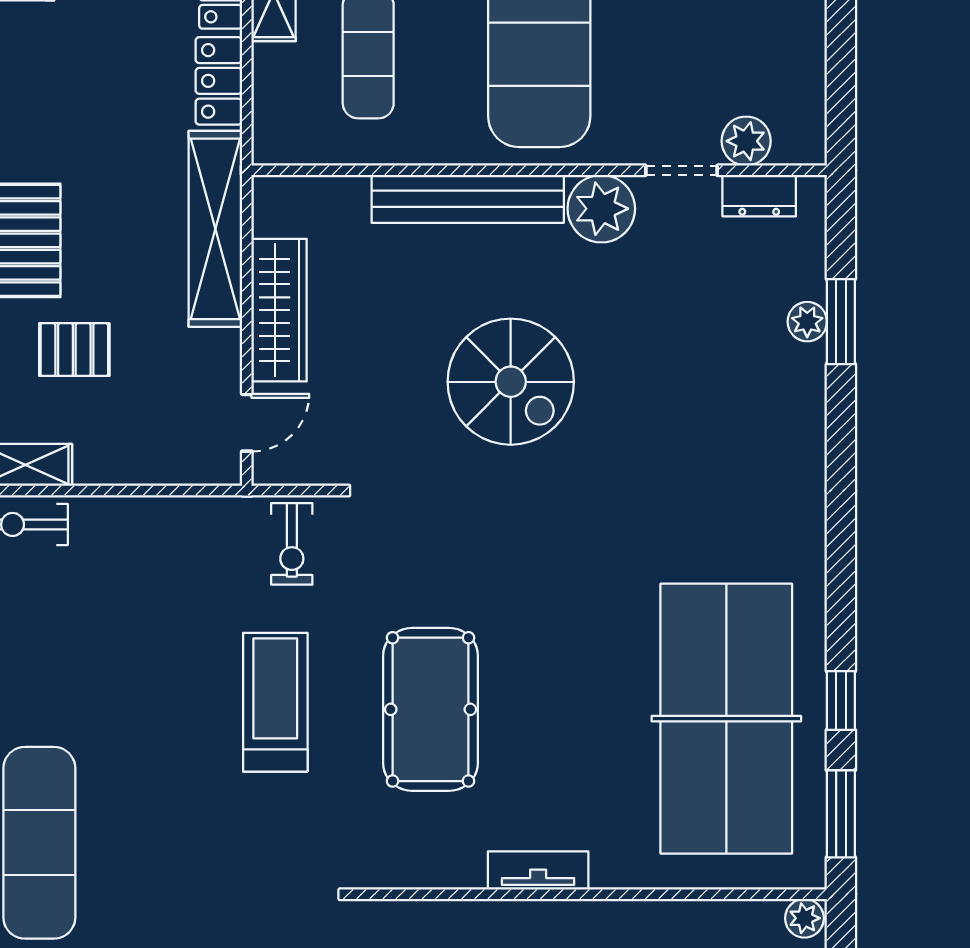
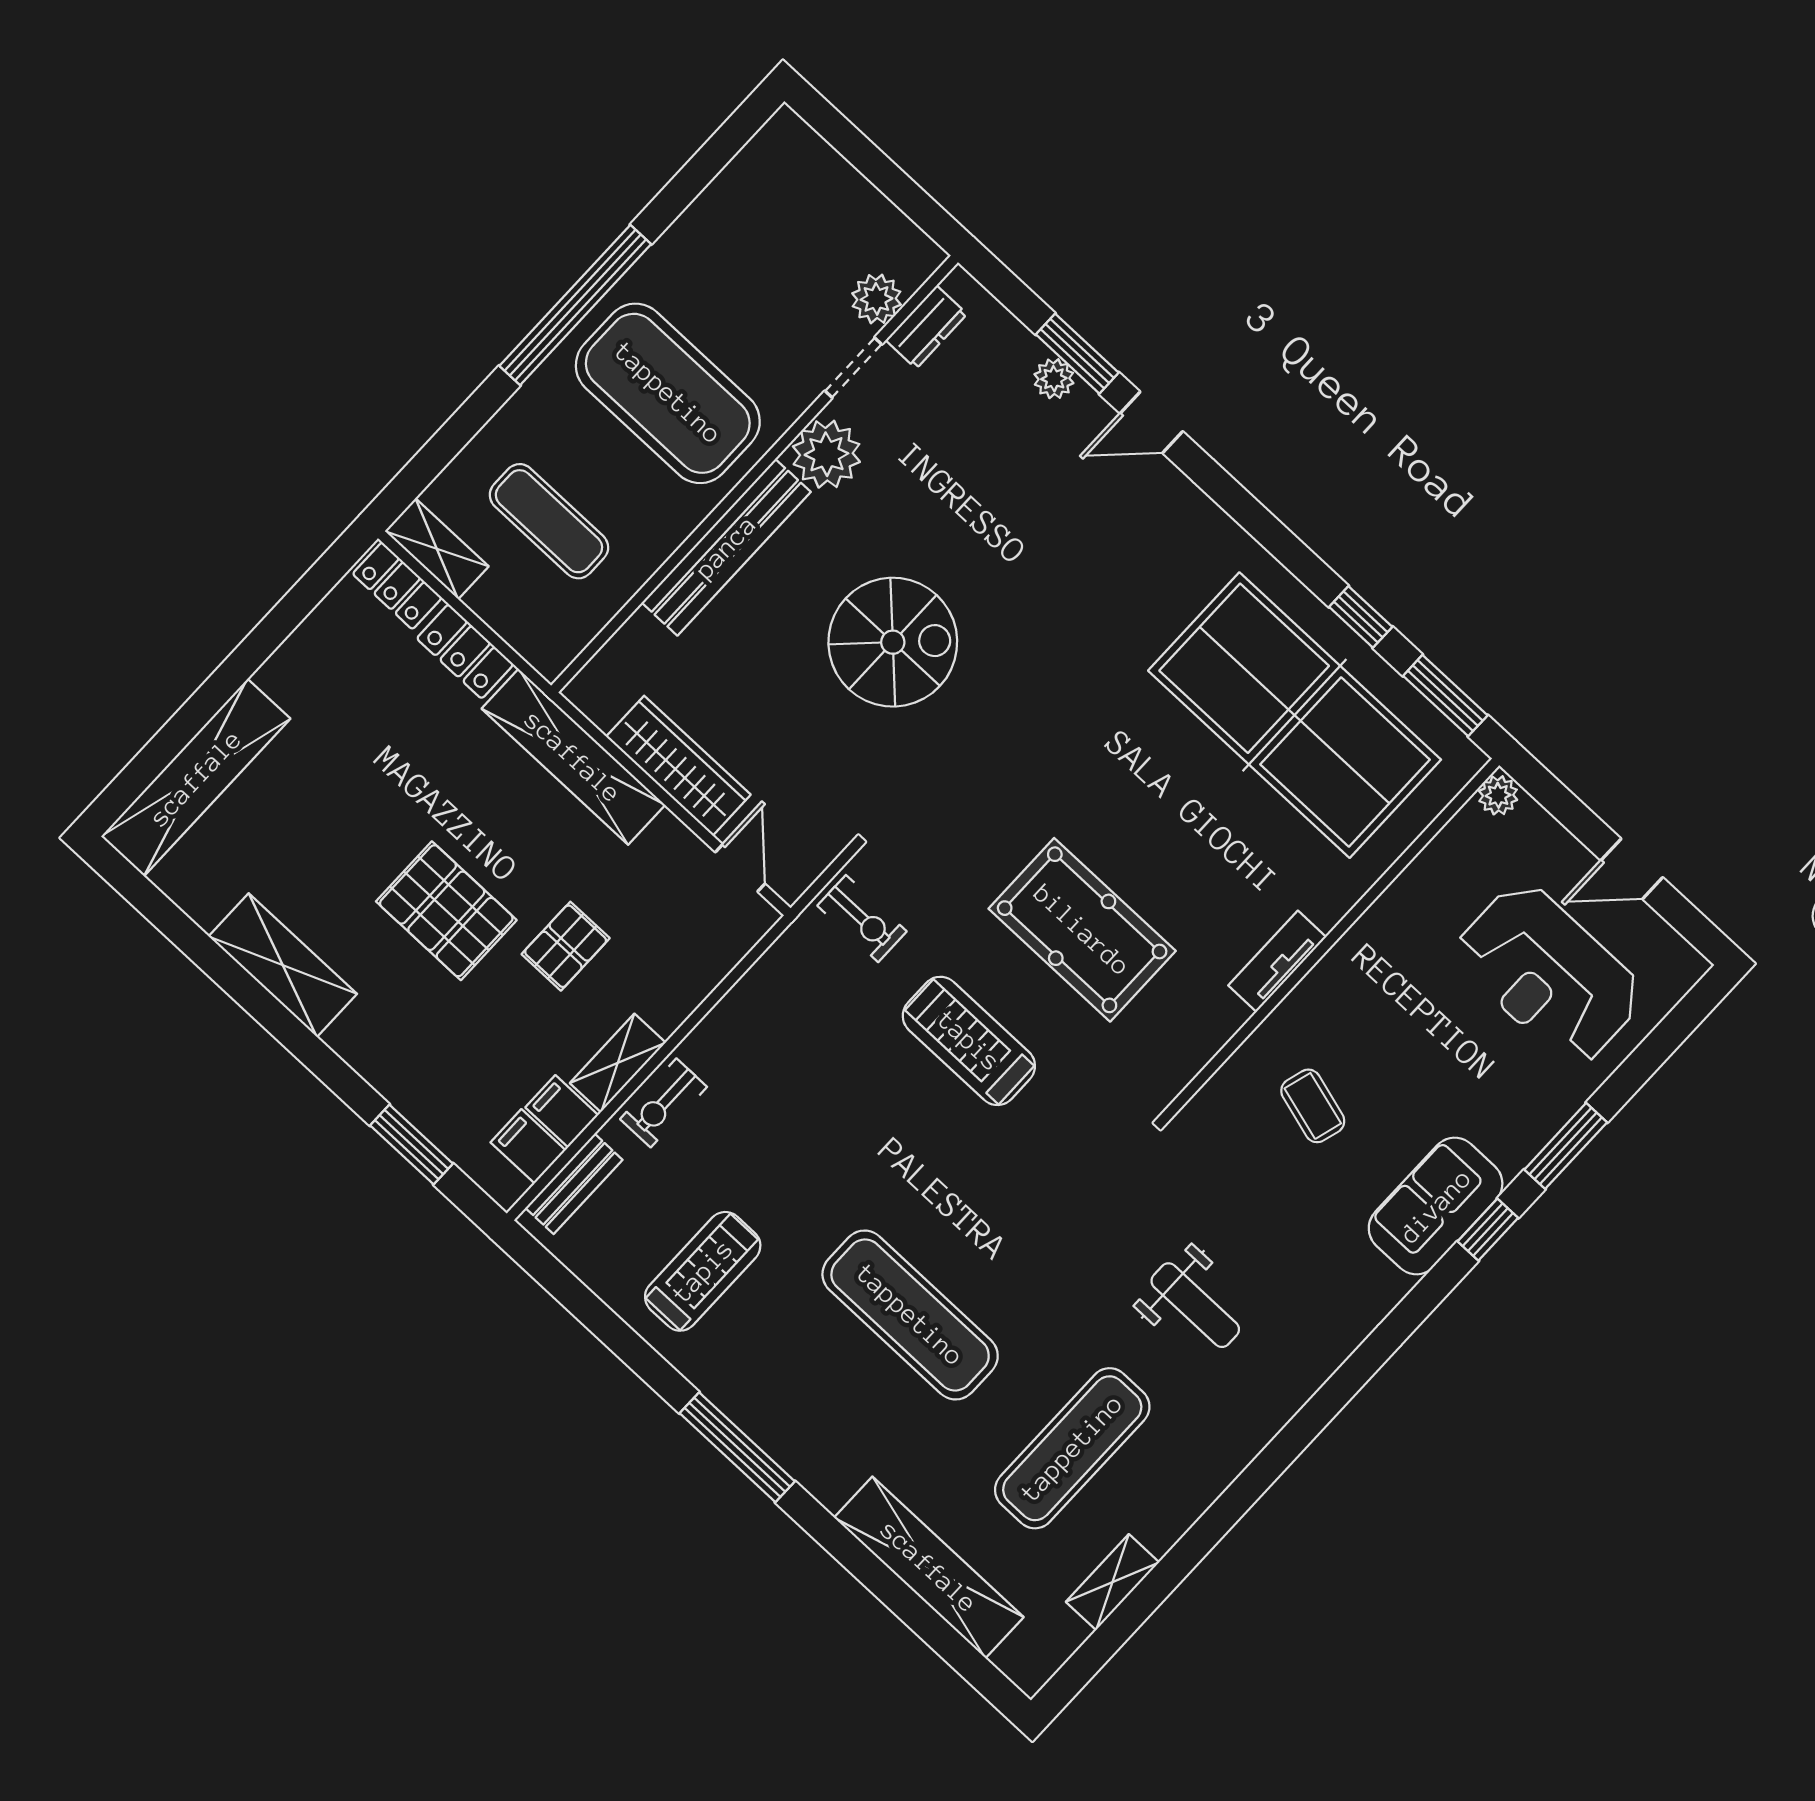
door: (841, 421) -> (1151, 422), added

